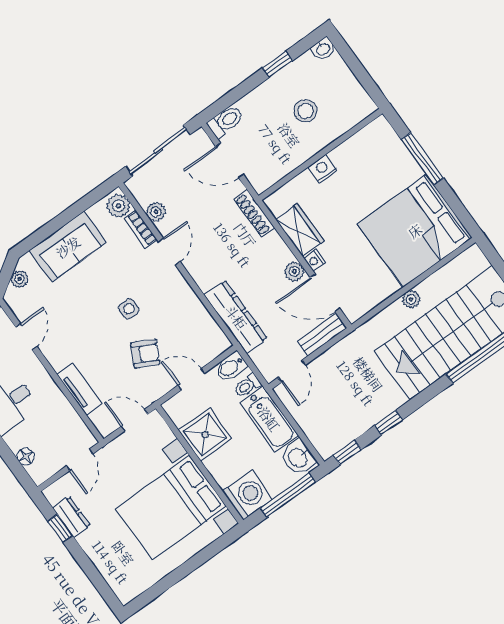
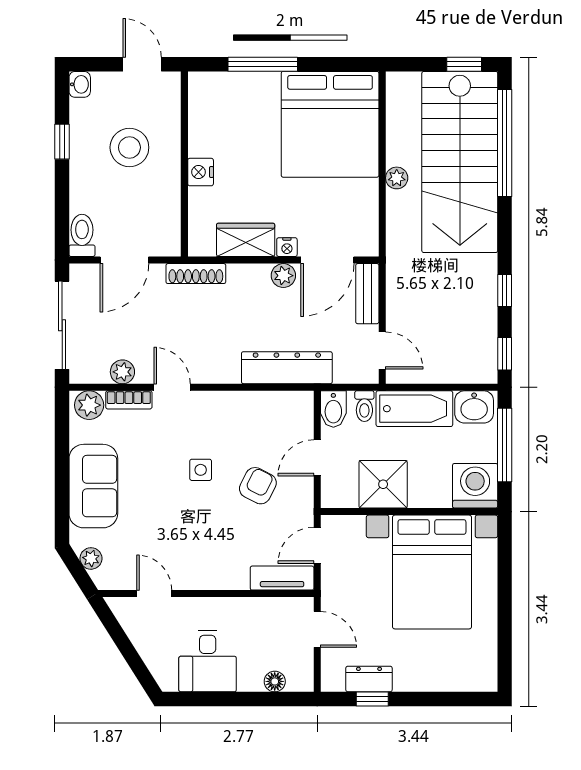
door: (366, 80) -> (142, 64), added
stool: (305, 111) -> (129, 147), width x1.38, depth x1.38
tv unit: (80, 389) -> (282, 578), moved

